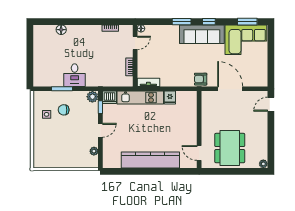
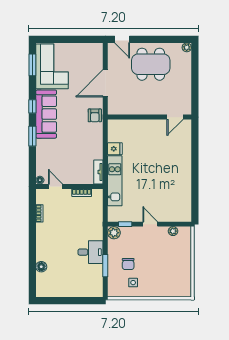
dishwasher: (110, 97) -> (115, 214), removed
dining table: (230, 148) -> (151, 64), moved
kitchen counter: (150, 160) -> (182, 170), removed

